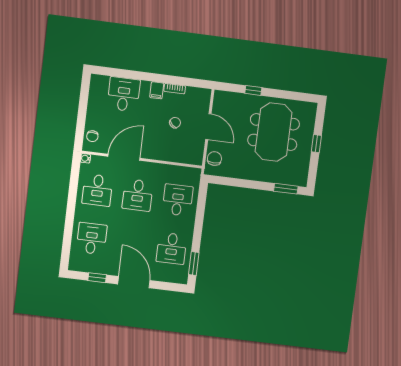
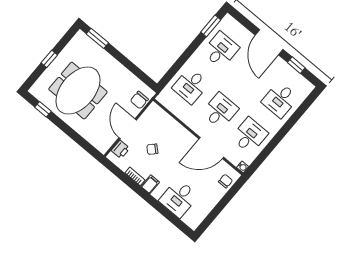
window: (253, 90) -> (43, 109), moved
printer: (203, 104) -> (120, 149), added

